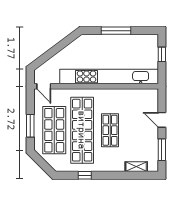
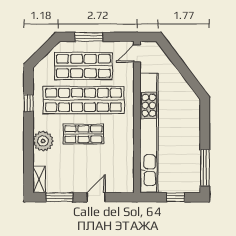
window: (116, 31) -> (205, 168), moved
plant: (116, 163) -> (43, 141), added
shelving: (136, 167) -> (39, 179), moved

